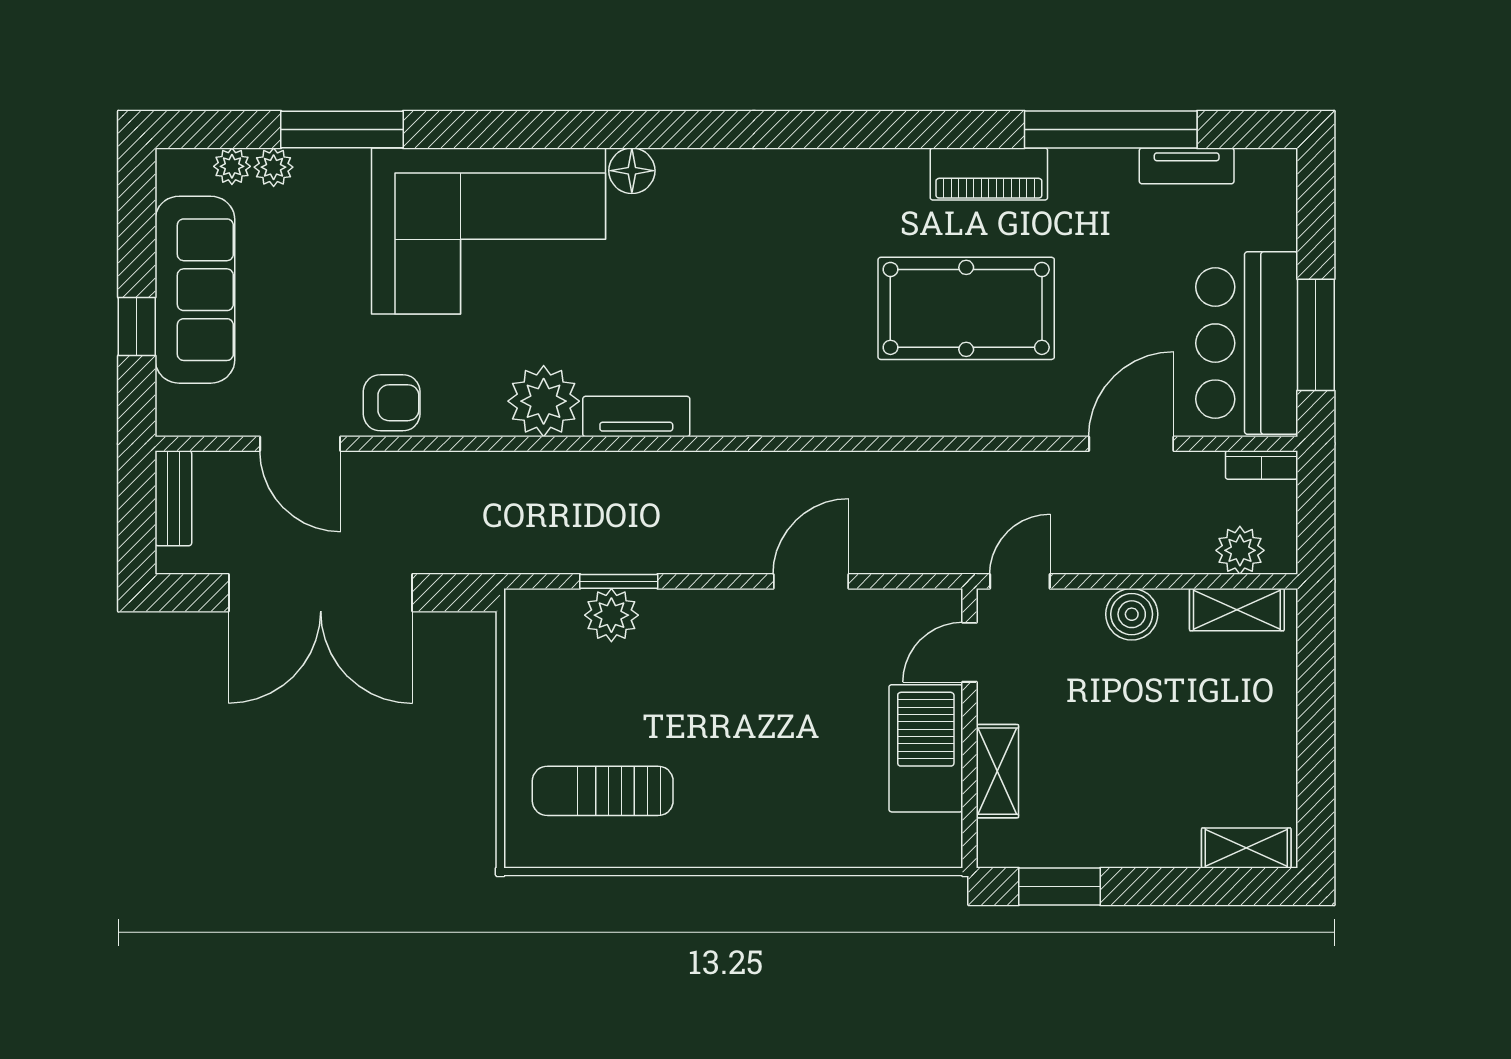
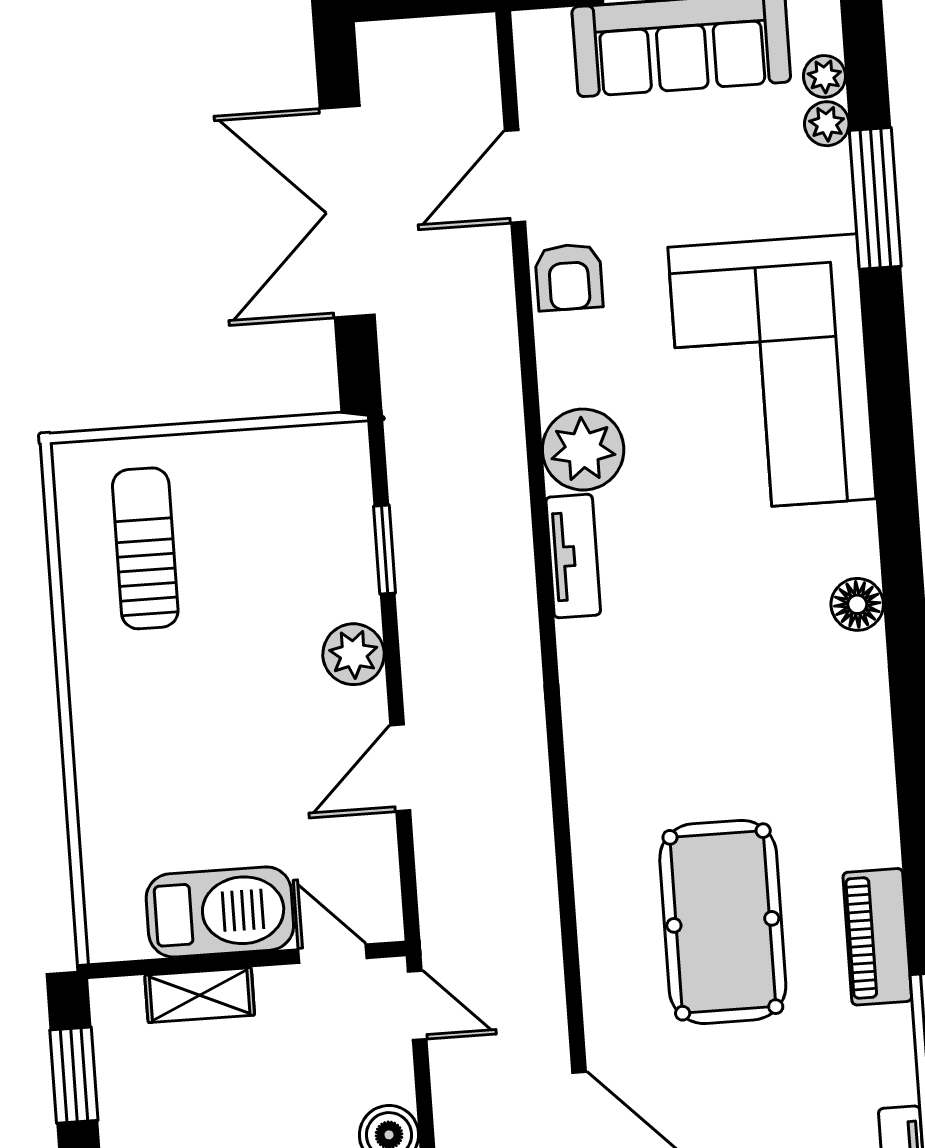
floor lamp: (632, 171) -> (857, 604), moved
bench: (173, 498) -> (443, 37), removed
door: (811, 581) -> (400, 768), swing flipped
plant: (611, 615) -> (353, 654), moved

